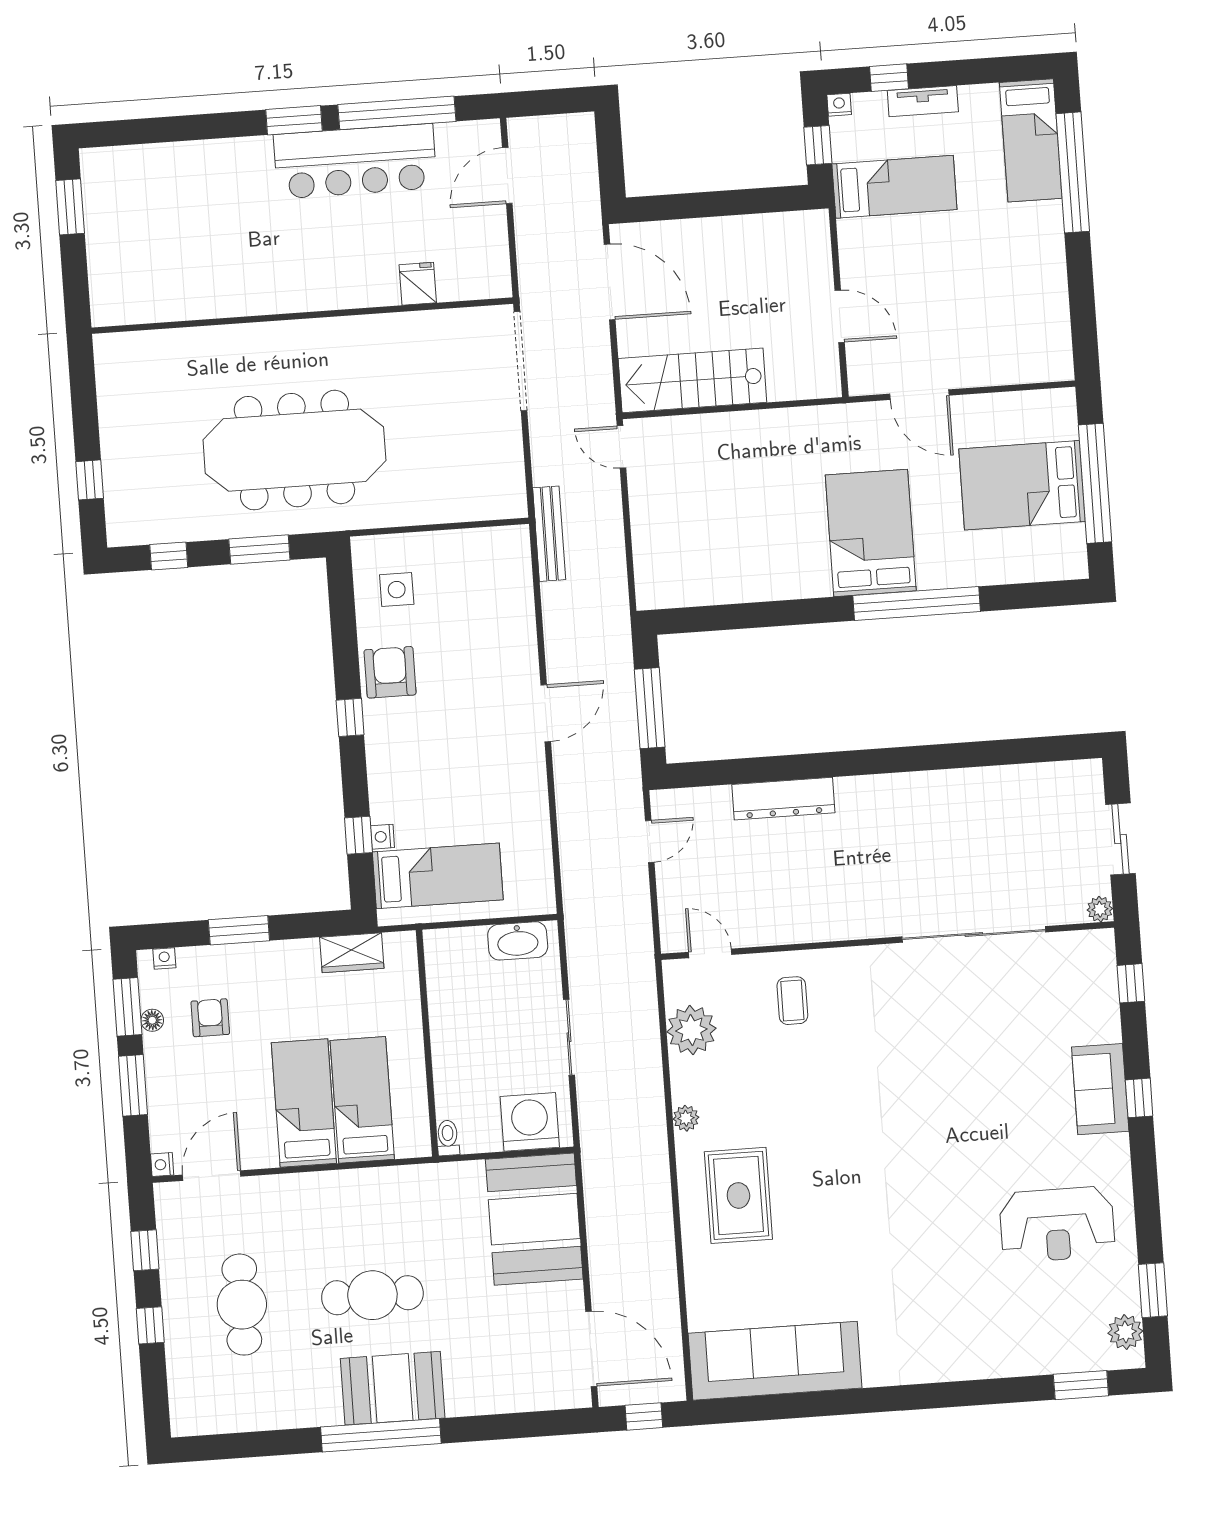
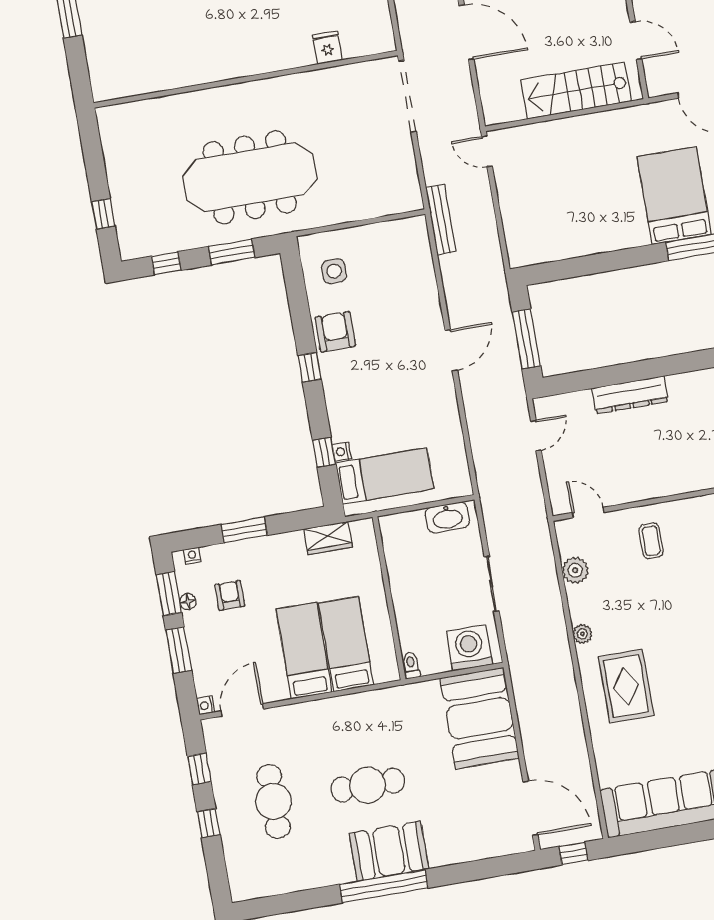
stairs: (692, 380) -> (576, 91), moved
plant: (691, 1030) -> (575, 570), width x0.73, depth x0.73

